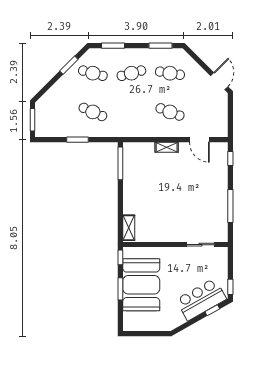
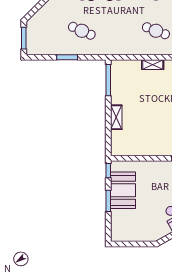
shelving: (129, 228) -> (116, 117), moved
booth: (141, 285) -> (123, 190), width x0.73, depth x0.70

